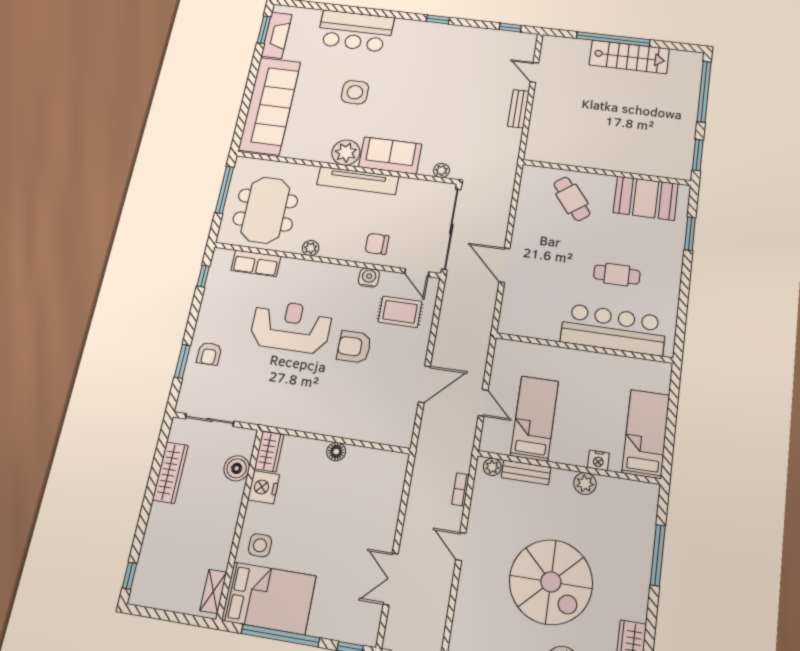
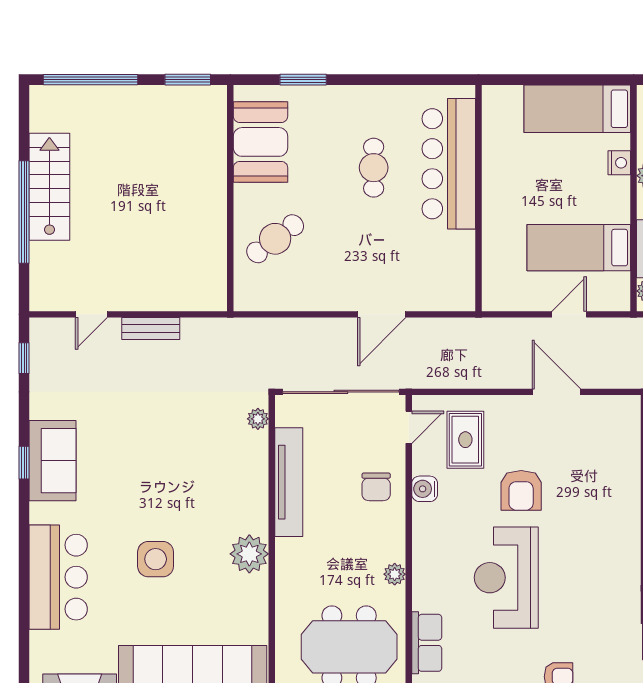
sofa: (390, 155) -> (53, 461), moved, turned 180
tv unit: (358, 181) -> (289, 482), moved

